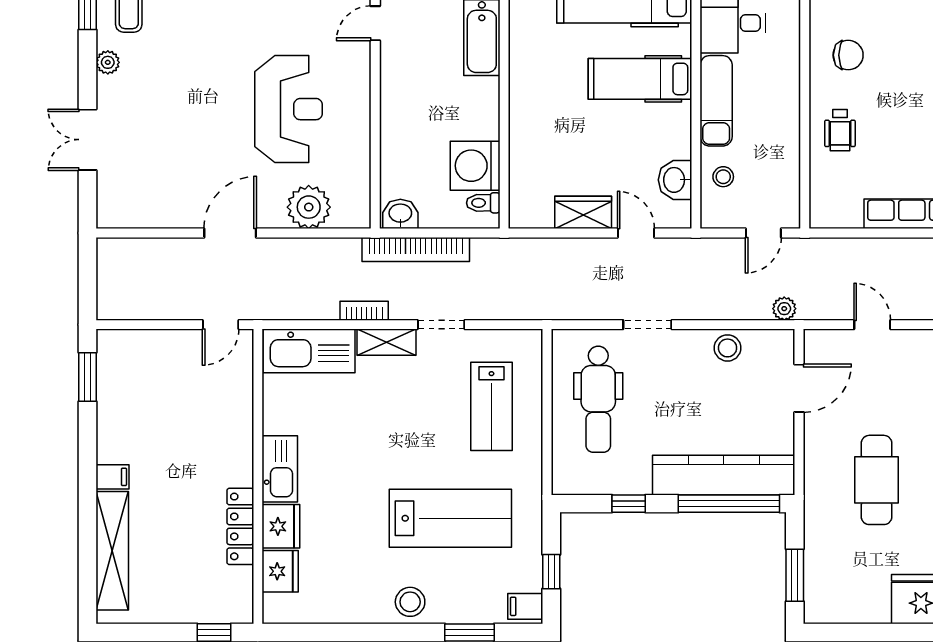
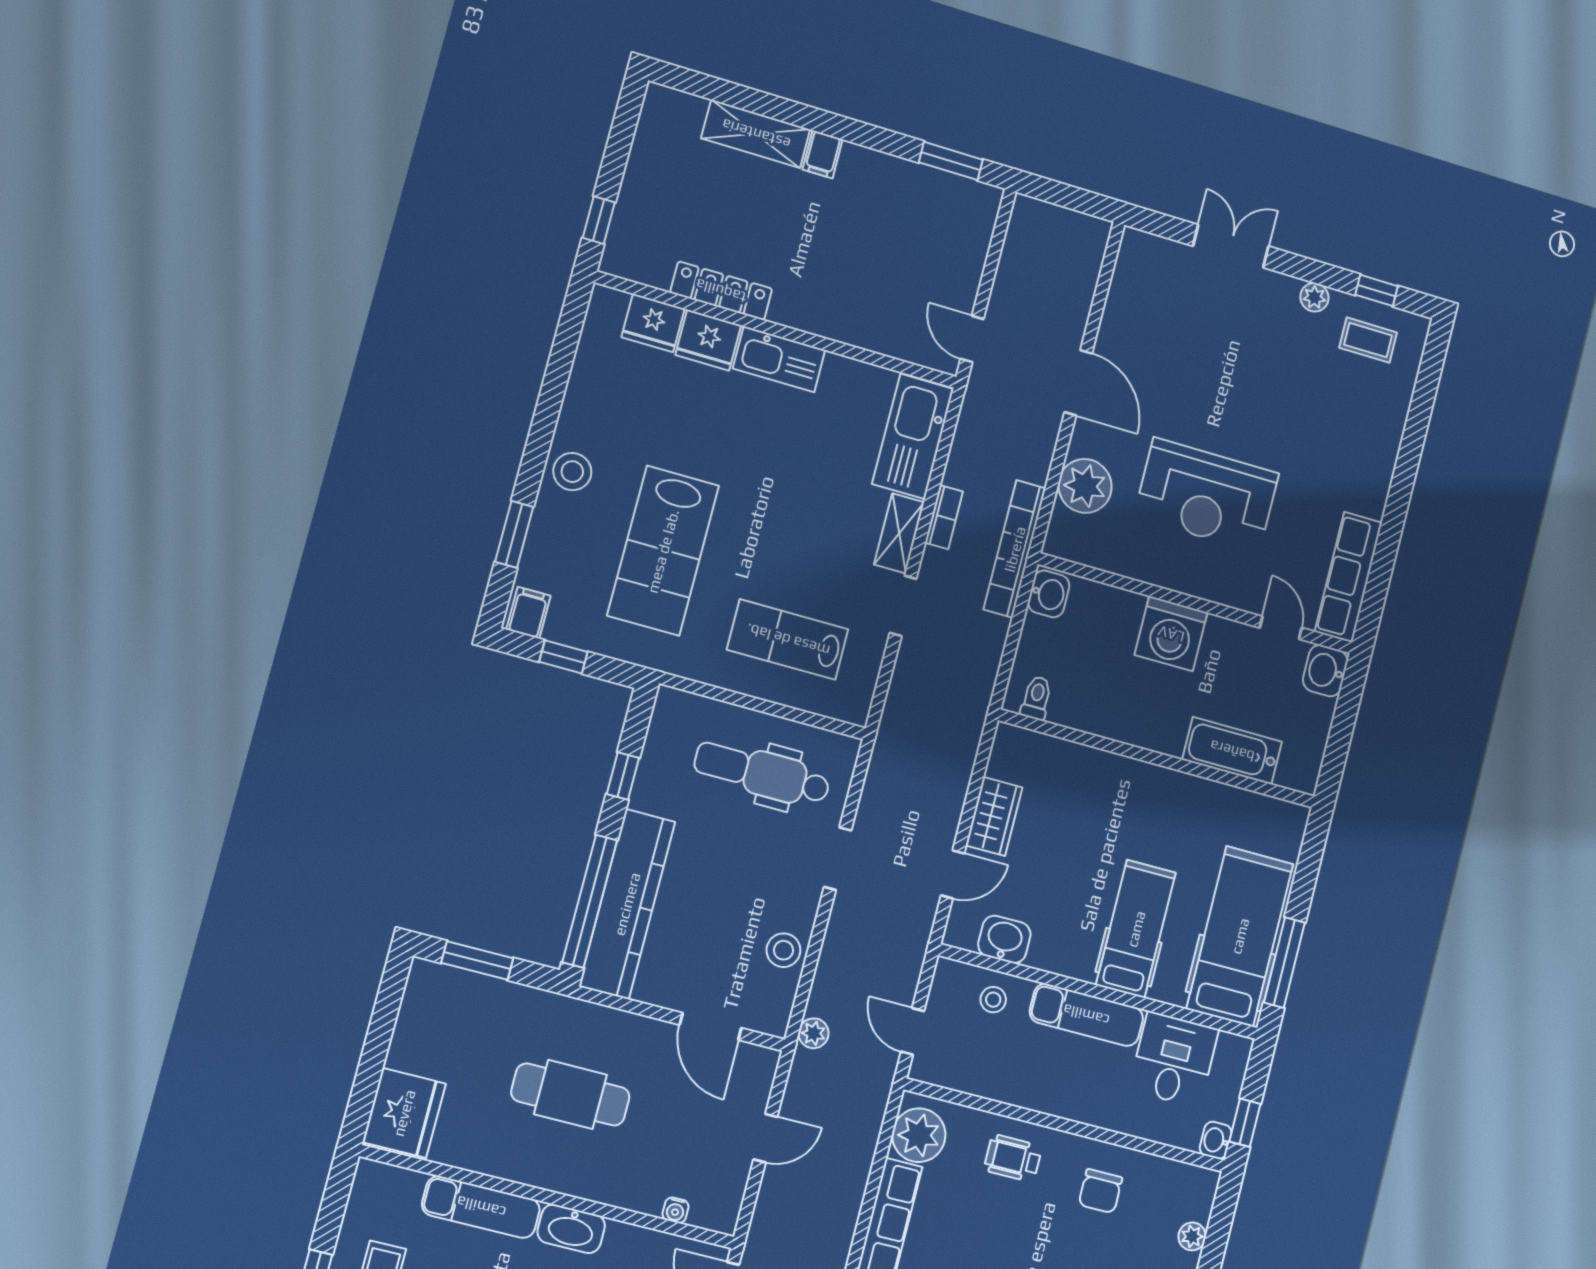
washing machine: (475, 166) -> (1171, 634), moved, turned 180
plant: (841, 208) -> (919, 1135), added
bookcase: (416, 249) -> (1015, 549), moved
shelving: (112, 551) -> (756, 134), width x0.68

